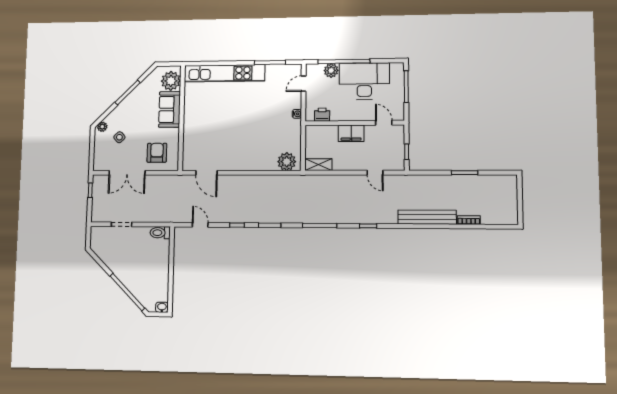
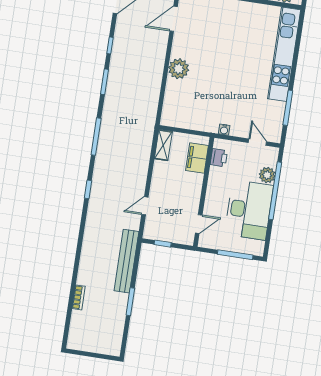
filing cabinet: (351, 133) -> (197, 158), moved
plant: (287, 162) -> (179, 69), moved
bench: (427, 217) -> (126, 261), moved

